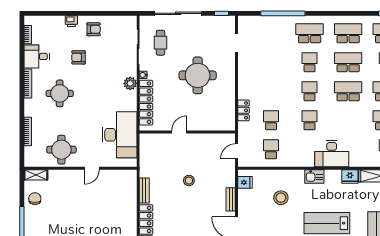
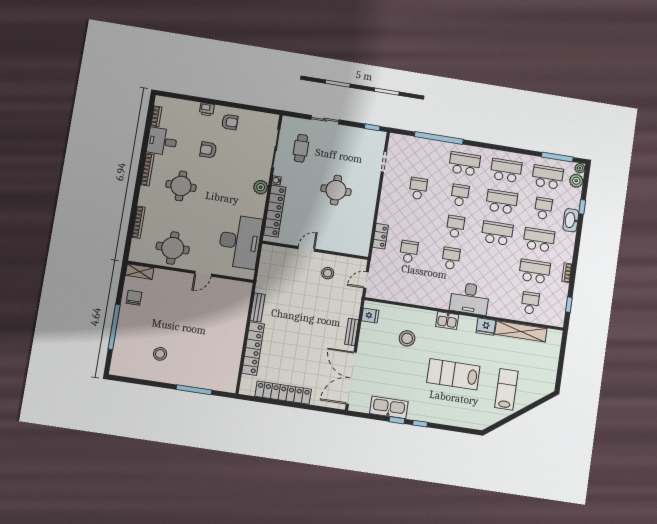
sliding door: (178, 13) -> (325, 120), width x0.54
round table: (198, 75) -> (336, 190), width x0.73, depth x0.73
school desk: (271, 149) -> (418, 189), moved
stool: (189, 181) -> (328, 273), moved

